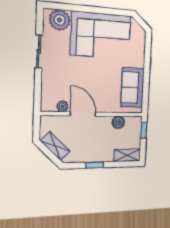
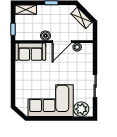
sofa: (133, 88) -> (30, 52), moved, turned 90
door: (83, 114) -> (62, 42), hinge flipped
boiler: (118, 122) -> (45, 36), moved

